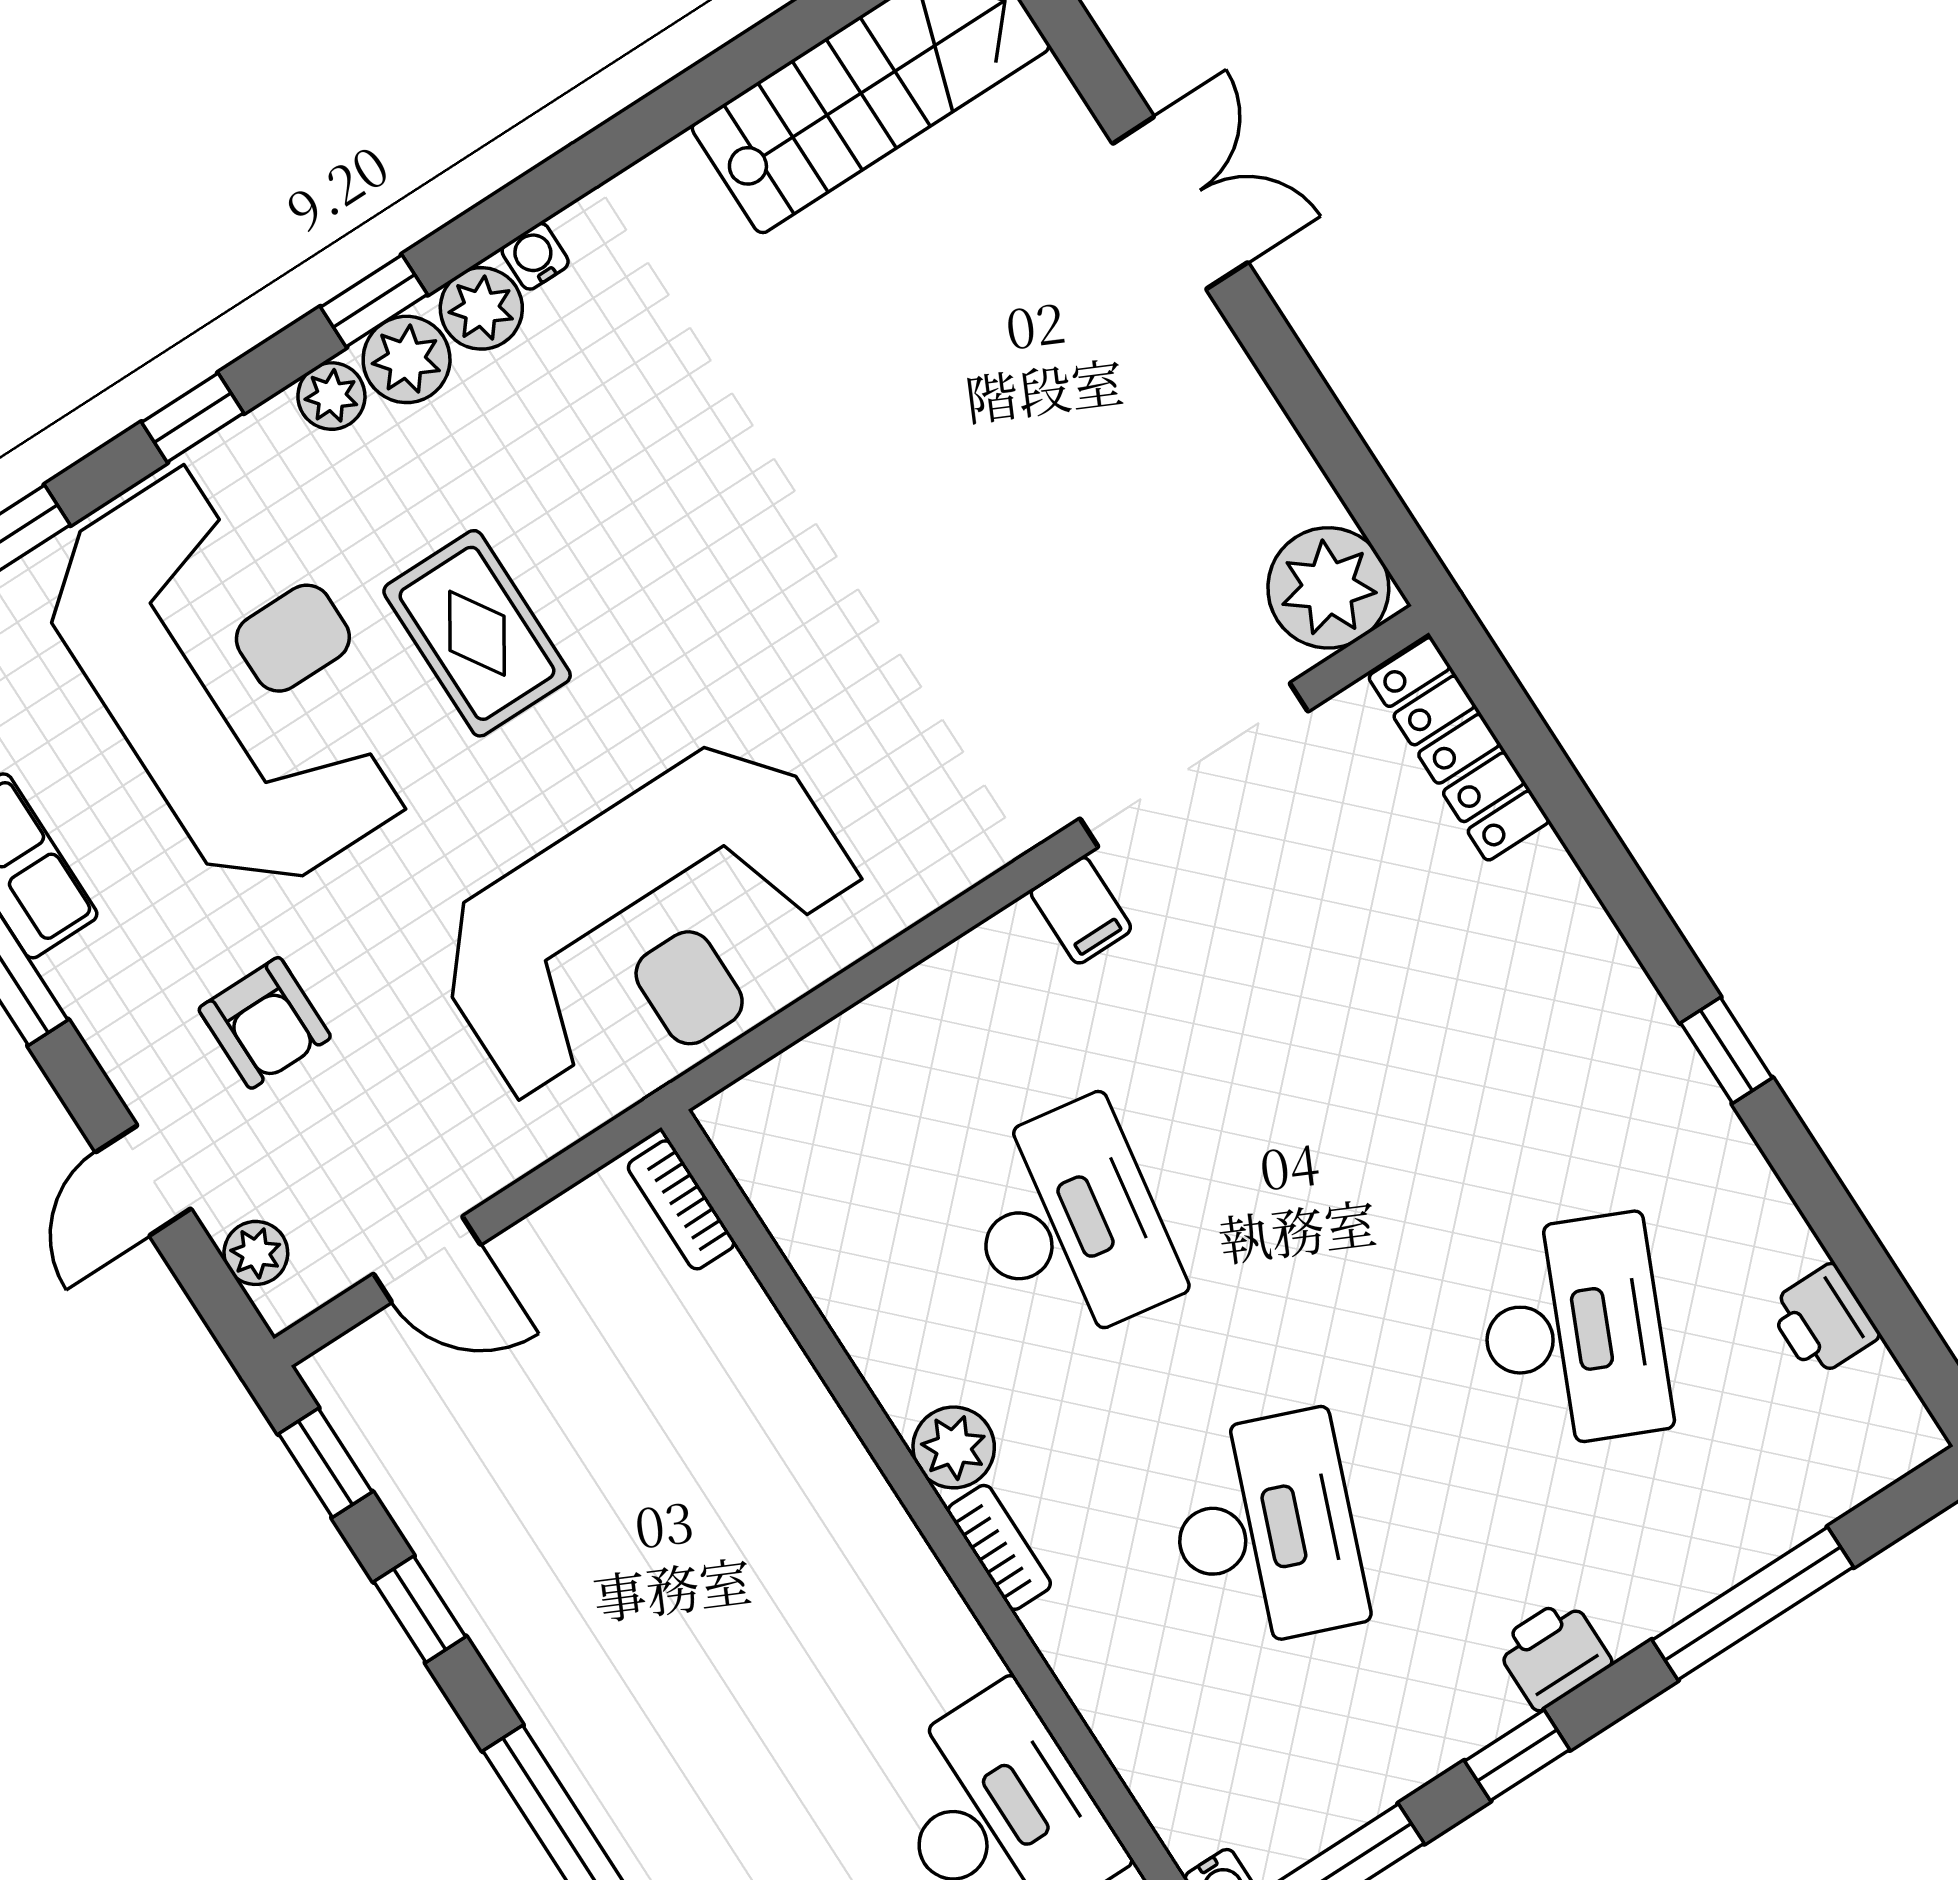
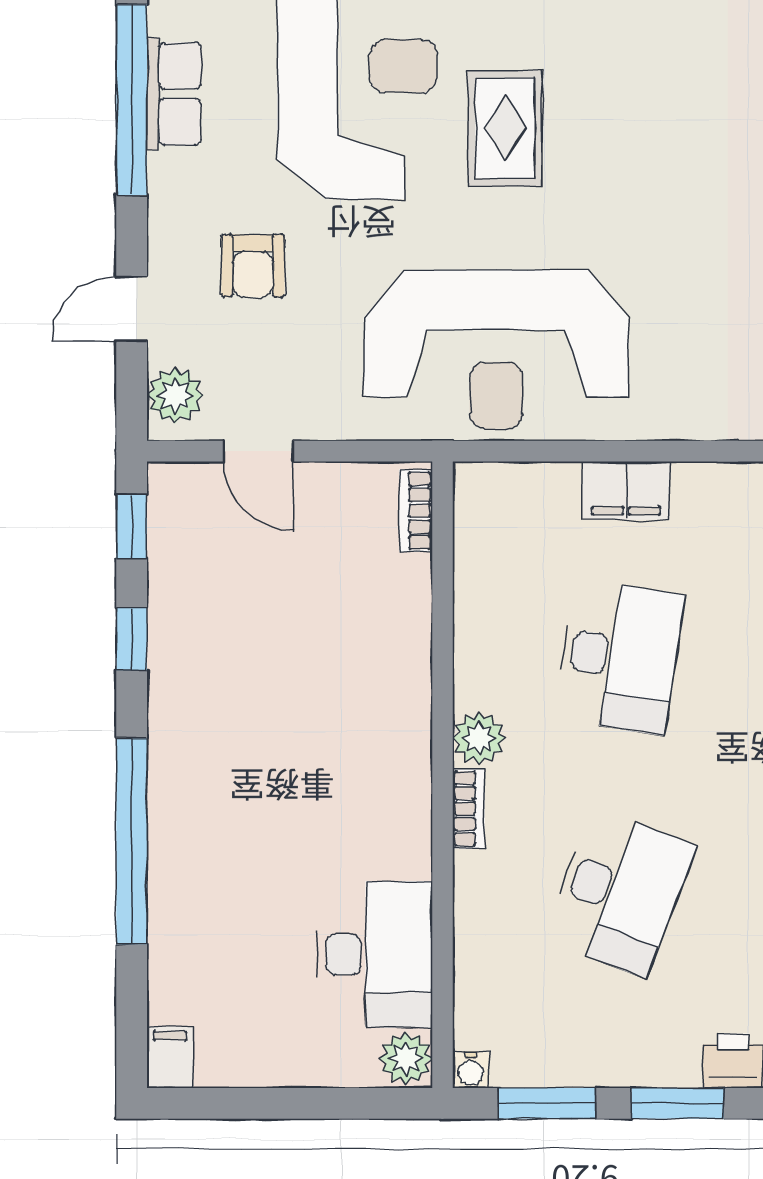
filing cabinet: (1081, 910) -> (626, 491), moved, width x2.00
plant: (256, 1253) -> (175, 395), width x1.38, depth x1.38
window: (1517, 1755) -> (678, 1103), width x1.50

